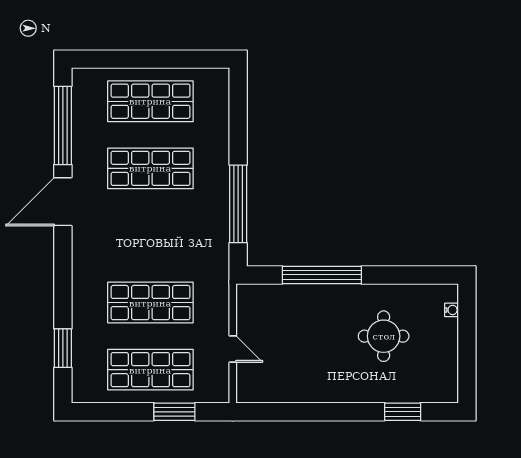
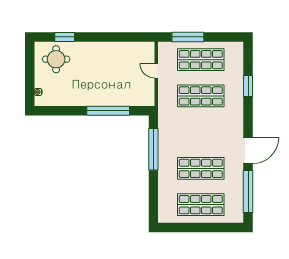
round table: (384, 336) -> (56, 59), moved
window: (63, 348) -> (248, 86), moved
window: (174, 412) -> (188, 37), width x1.44

